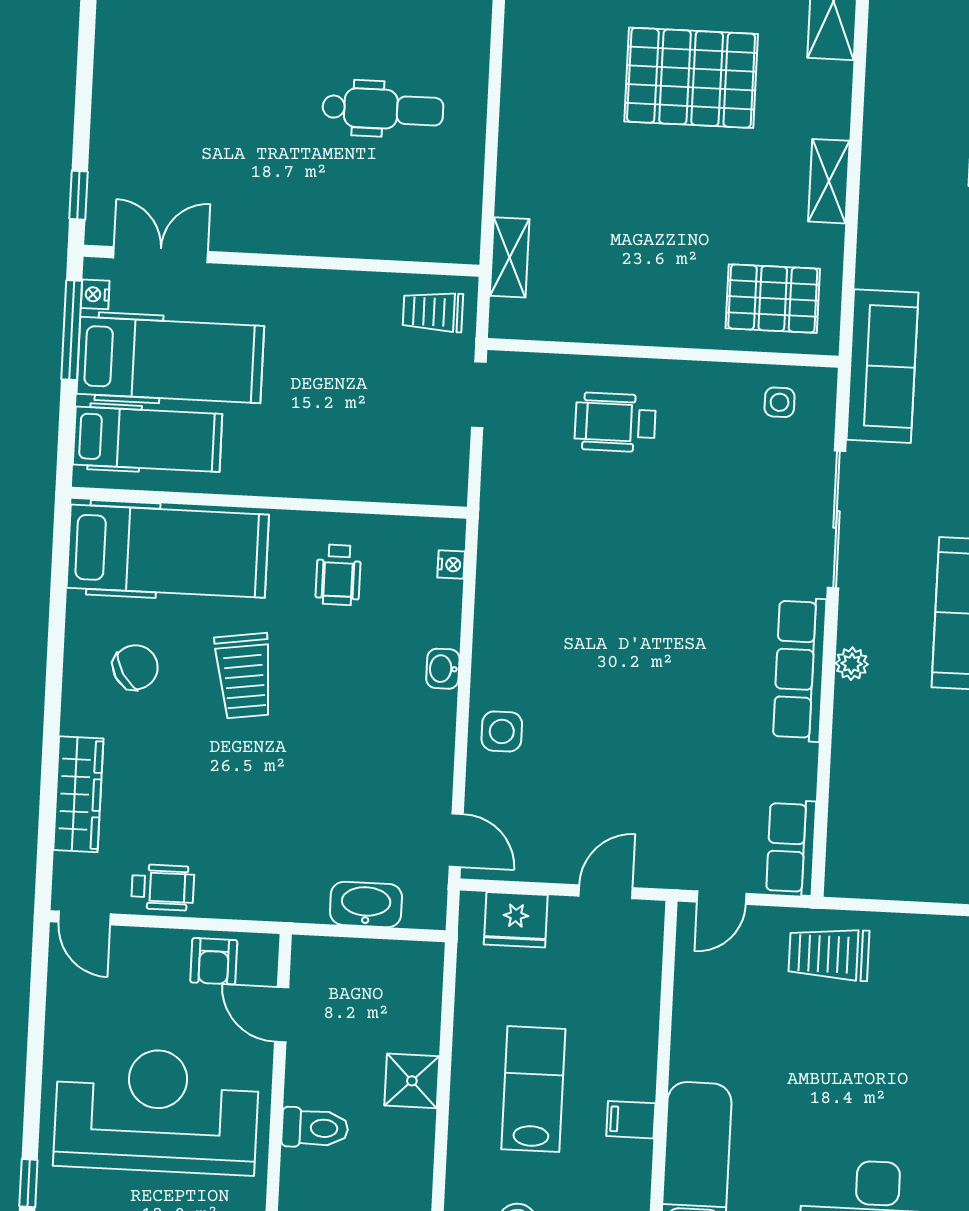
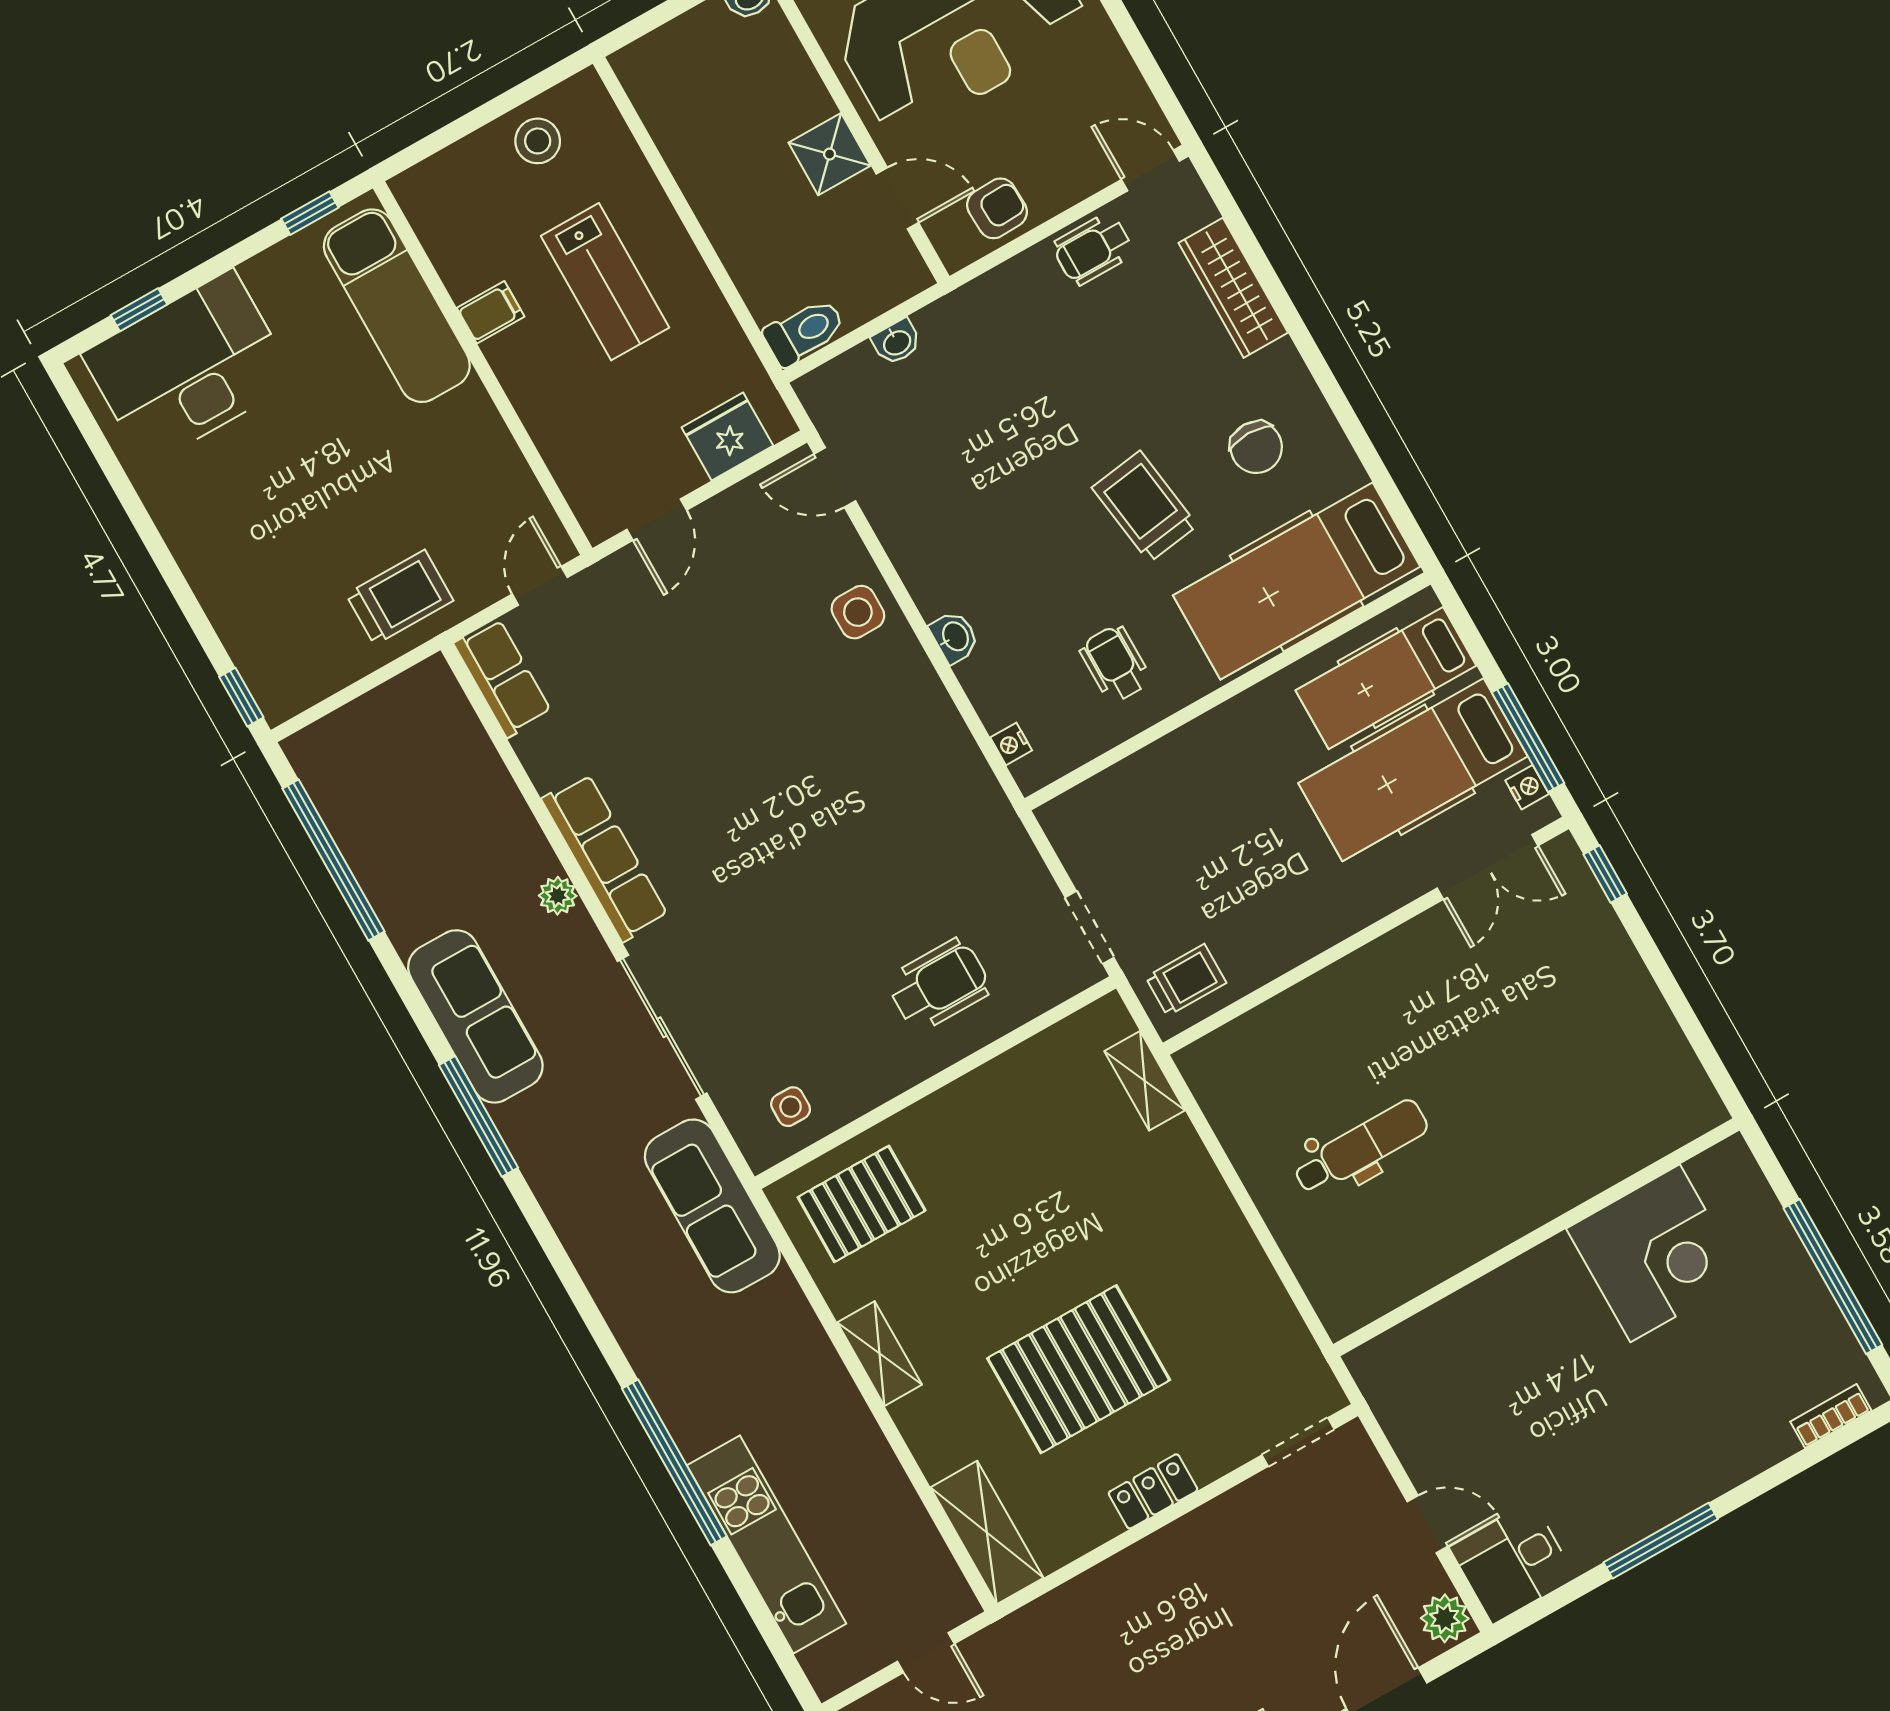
dental chair: (383, 109) -> (1361, 1147), turned 180
chair: (135, 667) -> (1256, 447), turned -59
washbasin: (366, 904) -> (897, 342), width x0.52, depth x0.69
armchair: (214, 961) -> (997, 208), turned 88
shower: (412, 1081) -> (830, 154), moved
toilet: (315, 1128) -> (804, 332), moved, turned 180

